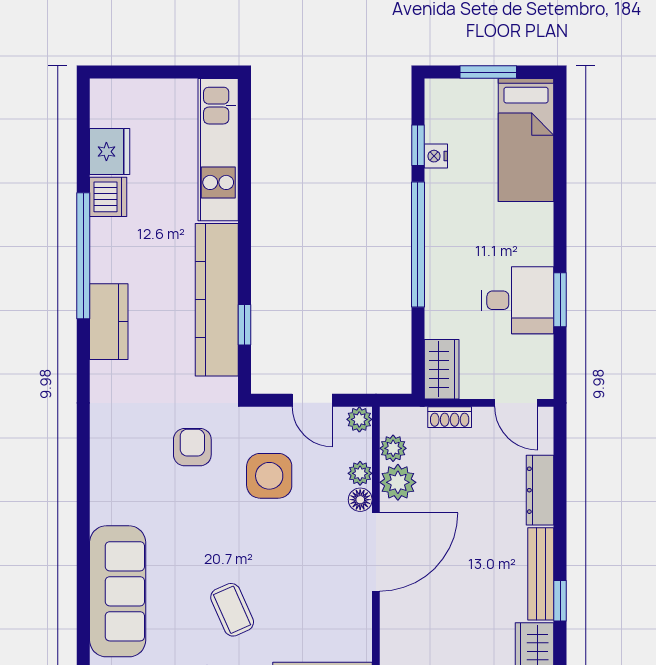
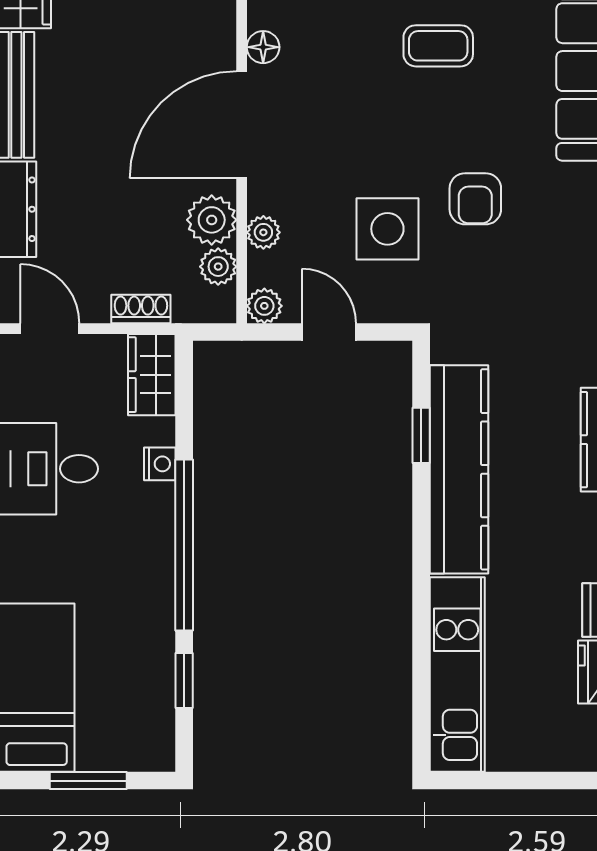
nightstand: (436, 156) -> (160, 464), moved
armchair: (192, 447) -> (475, 199), moved
floor lamp: (360, 500) -> (263, 47), moved
coffee table: (232, 610) -> (438, 46), turned -66

